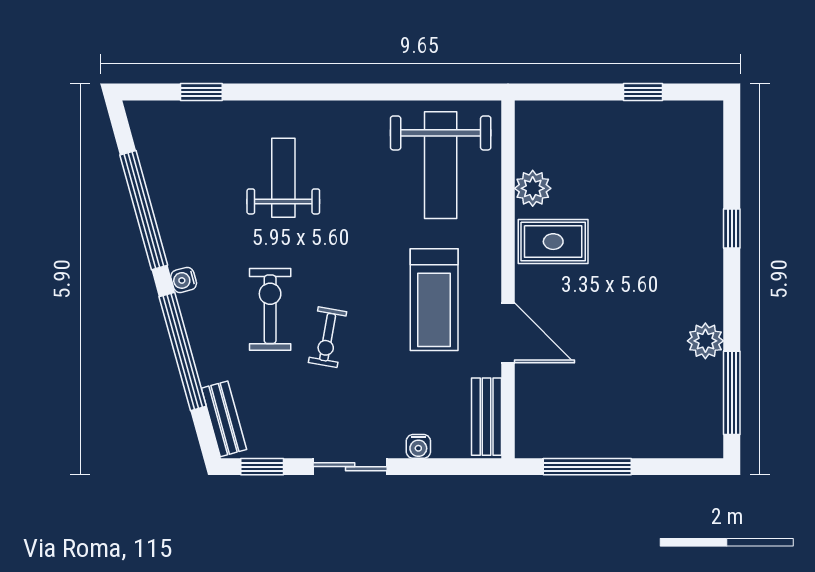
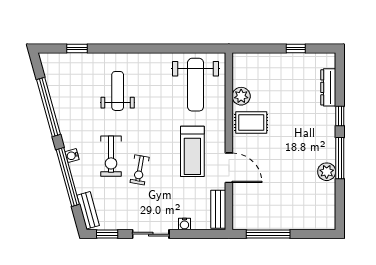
dresser: (709, 171) -> (328, 87), added
water cooler: (184, 280) -> (72, 156), moved
exercise bike: (270, 309) -> (111, 156), turned 180
window: (732, 393) -> (340, 158), moved

